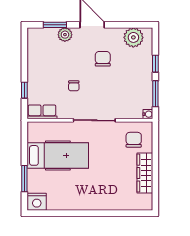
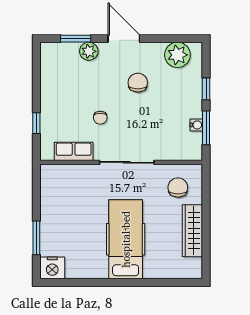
row of seats: (42, 112) -> (74, 151), moved
water cooler: (148, 114) -> (196, 125), moved
hospital bed: (58, 155) -> (126, 239), moved, turned -90

